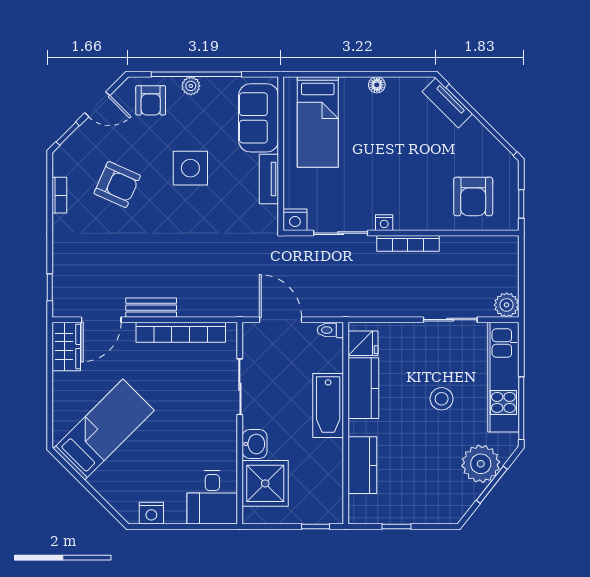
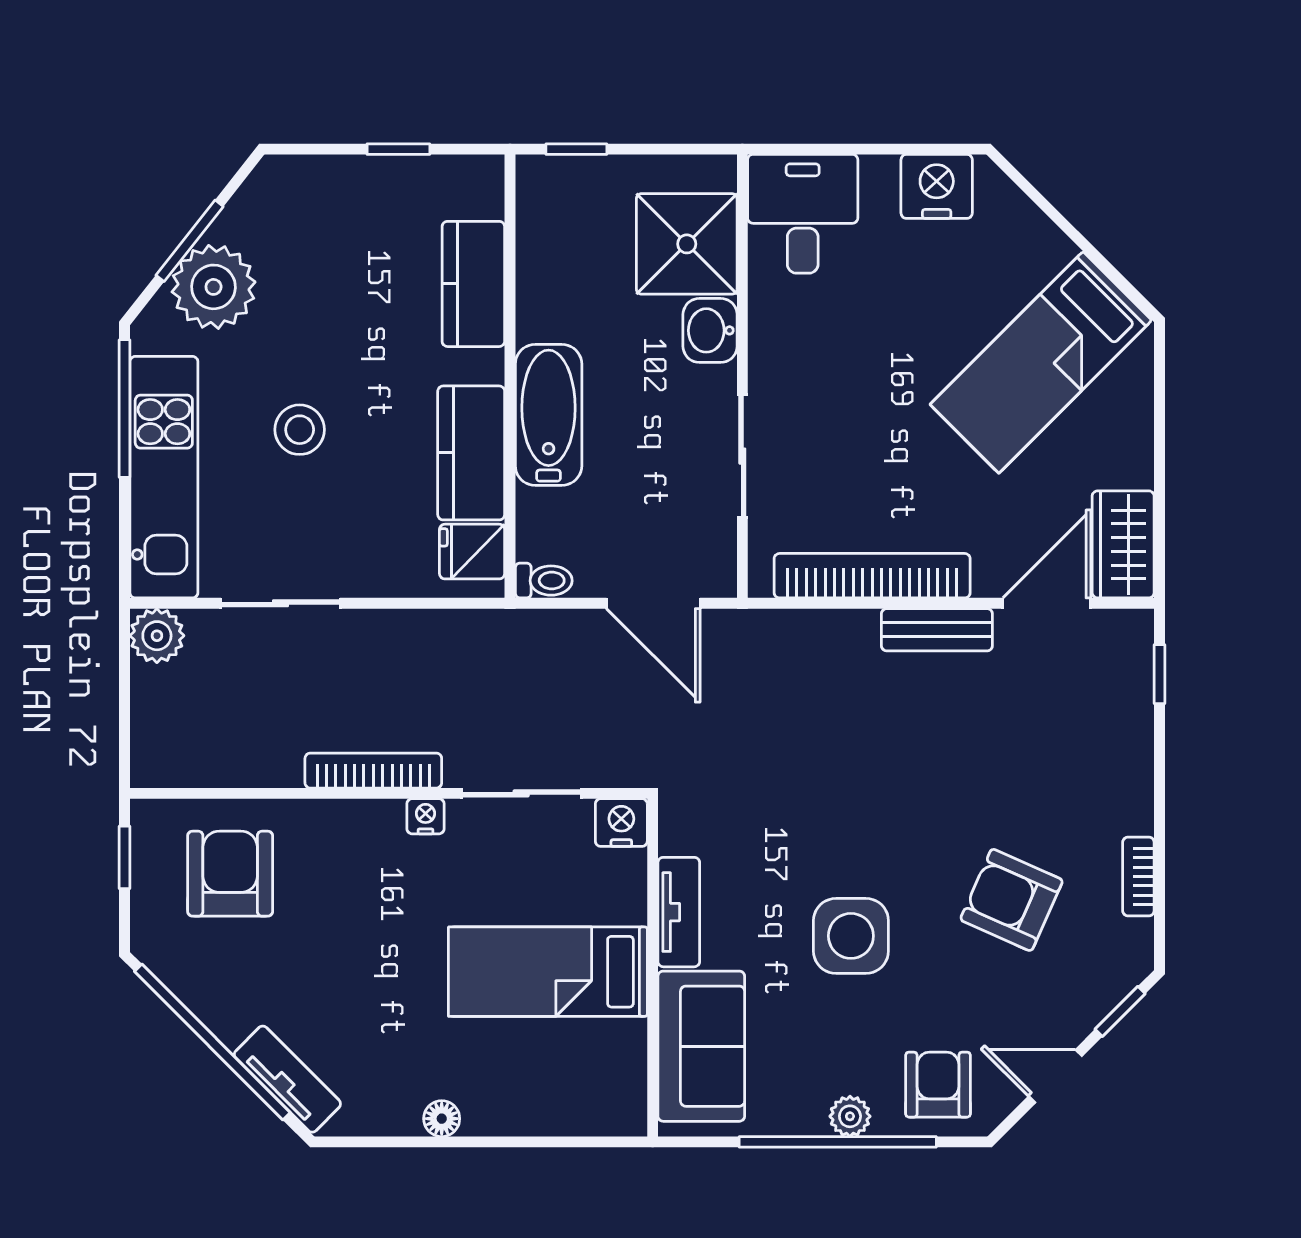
bed: (318, 122) -> (548, 972), moved, turned -90
nightstand: (151, 513) -> (937, 186), width x1.36, depth x1.33

